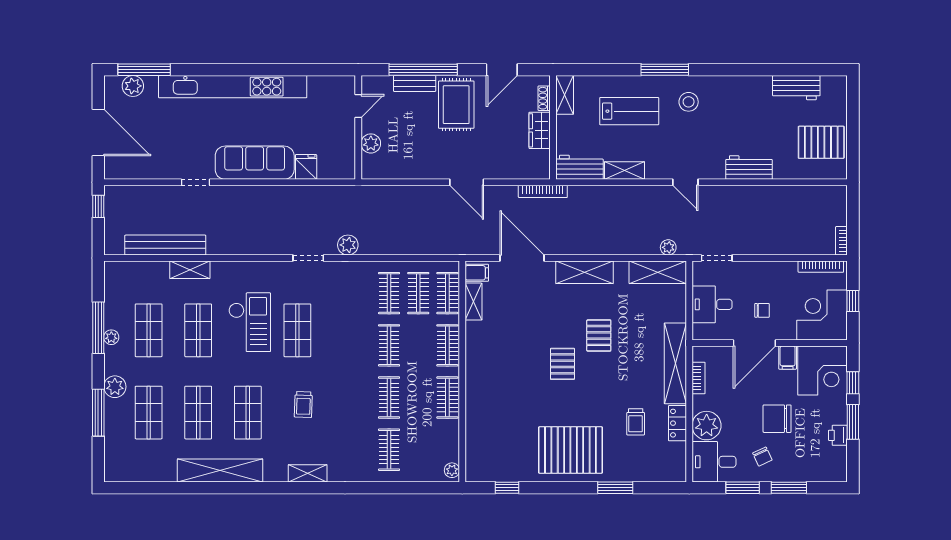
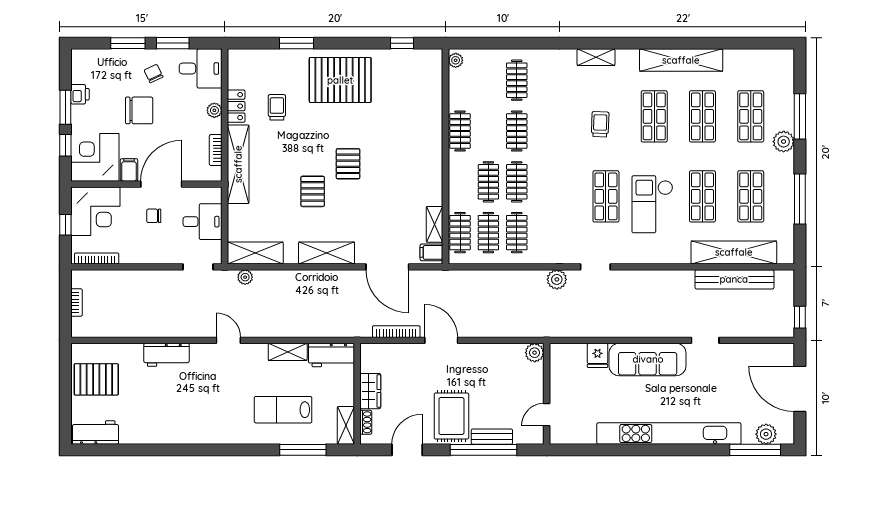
window: (665, 70) -> (303, 450), moved
workbench: (796, 88) -> (96, 433), moved
stool: (689, 102) -> (225, 419), removed
plant: (371, 143) -> (535, 353), moved
bookcase: (543, 191) -> (396, 332), moved
bookcase: (841, 241) -> (77, 303), moved
shelving: (190, 270) -> (734, 252), width x2.20, depth x1.33
plant: (111, 337) -> (787, 190), removed
clothes rail: (447, 345) -> (488, 182), moved
plant: (707, 426) -> (214, 110), width x0.53, depth x0.53

